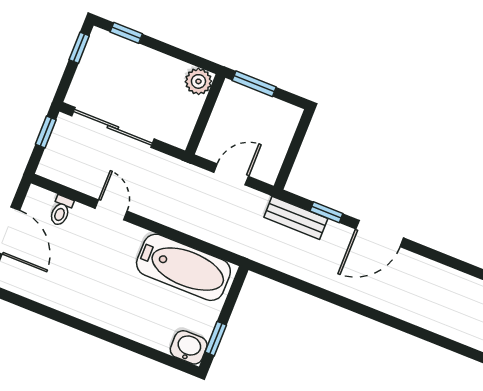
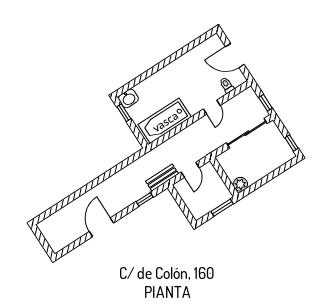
window: (126, 33) -> (283, 168), removed
door: (111, 210) -> (212, 107), hinge flipped
bench: (296, 218) -> (162, 178), moved
door: (380, 233) -> (101, 227), moved

